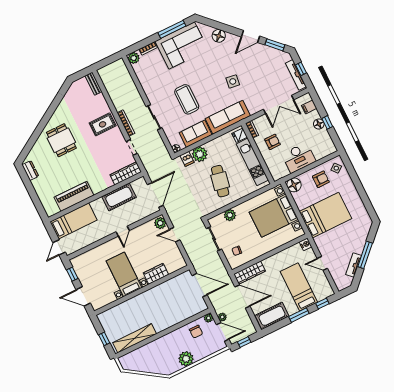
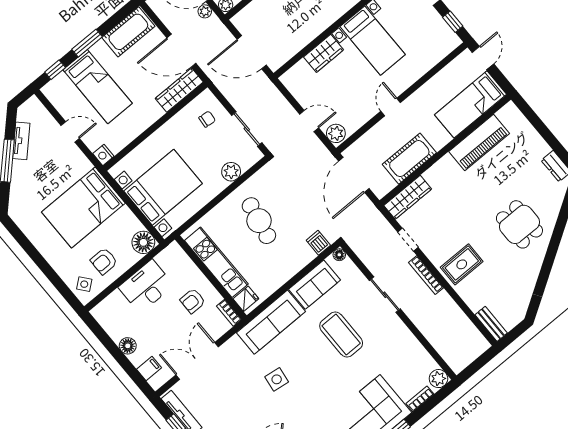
window: (327, 122) -> (115, 351), removed
plant: (200, 154) -> (301, 255), removed

